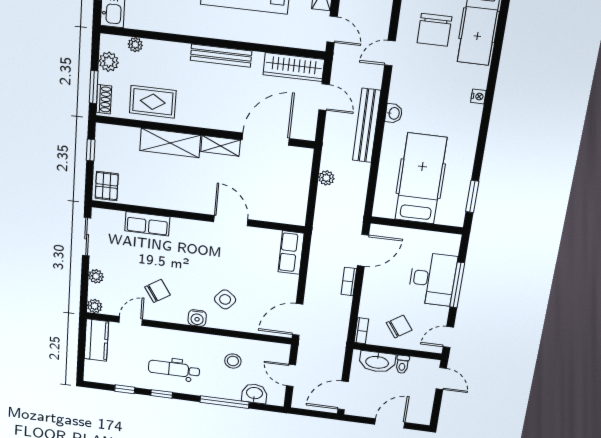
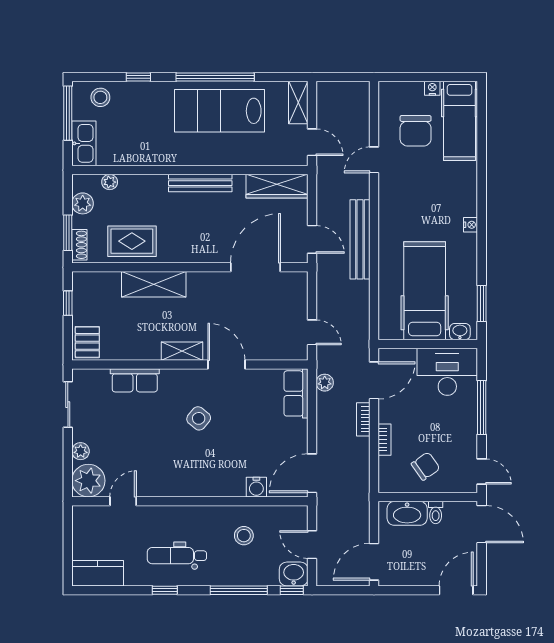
nightstand: (478, 96) -> (471, 225), moved
door: (324, 97) -> (312, 239), moved
washbasin: (394, 113) -> (460, 332), moved, turned -90
shelving: (221, 146) -> (182, 351), moved
plant: (326, 178) -> (325, 383), moved
door: (312, 203) -> (312, 332), added
desk: (432, 279) -> (447, 372), moved, turned -90
chair: (157, 291) -> (151, 460), removed
side table: (225, 299) -> (199, 418), moved
plant: (95, 306) -> (88, 481), width x1.87, depth x1.87
water cooler: (197, 318) -> (256, 487), moved
bookcase: (361, 331) -> (384, 440), moved
door: (448, 337) -> (482, 472), swing flipped
kitchen counter: (96, 340) -> (98, 573), moved, turned -90
door: (441, 379) -> (482, 524), width x1.38
window: (125, 389) -> (292, 590), moved
washbasin: (254, 394) -> (294, 574), moved
door: (390, 423) -> (456, 590), moved

